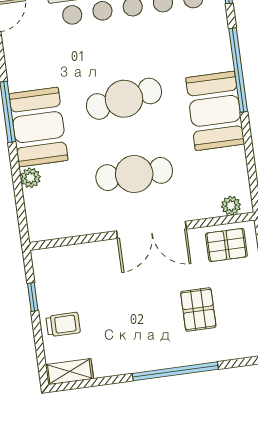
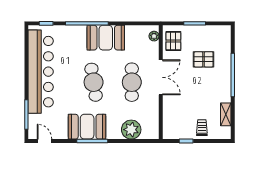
booth: (38, 127) -> (87, 127), moved
plant: (31, 178) -> (131, 130), width x1.88, depth x1.88
shelving: (69, 372) -> (226, 114), moved

